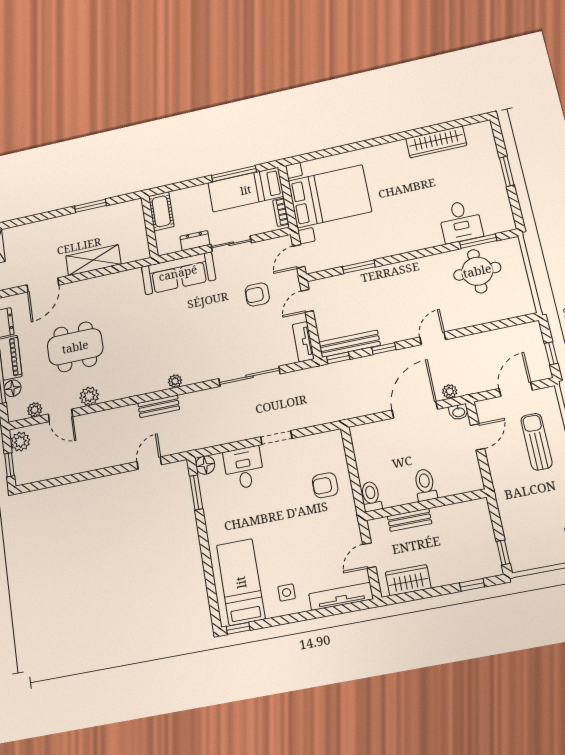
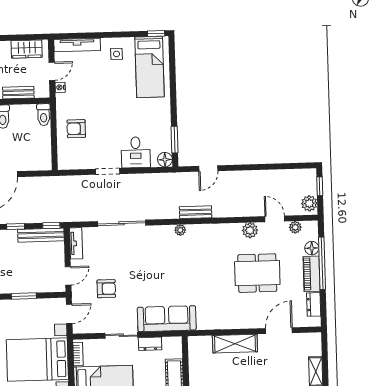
armchair: (325, 485) -> (76, 129), turned 180
nightstand: (355, 536) -> (60, 87), added

